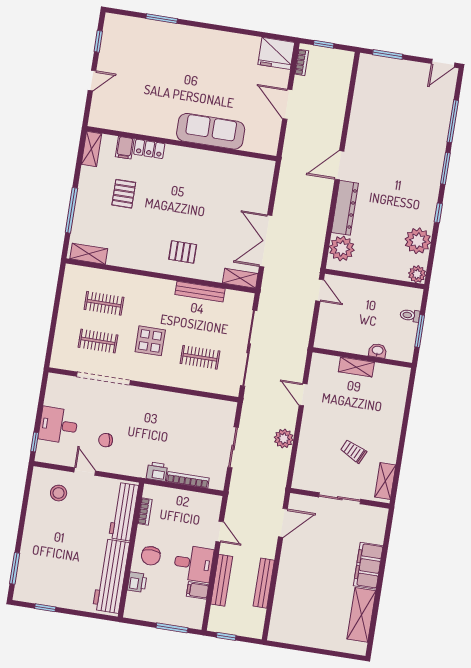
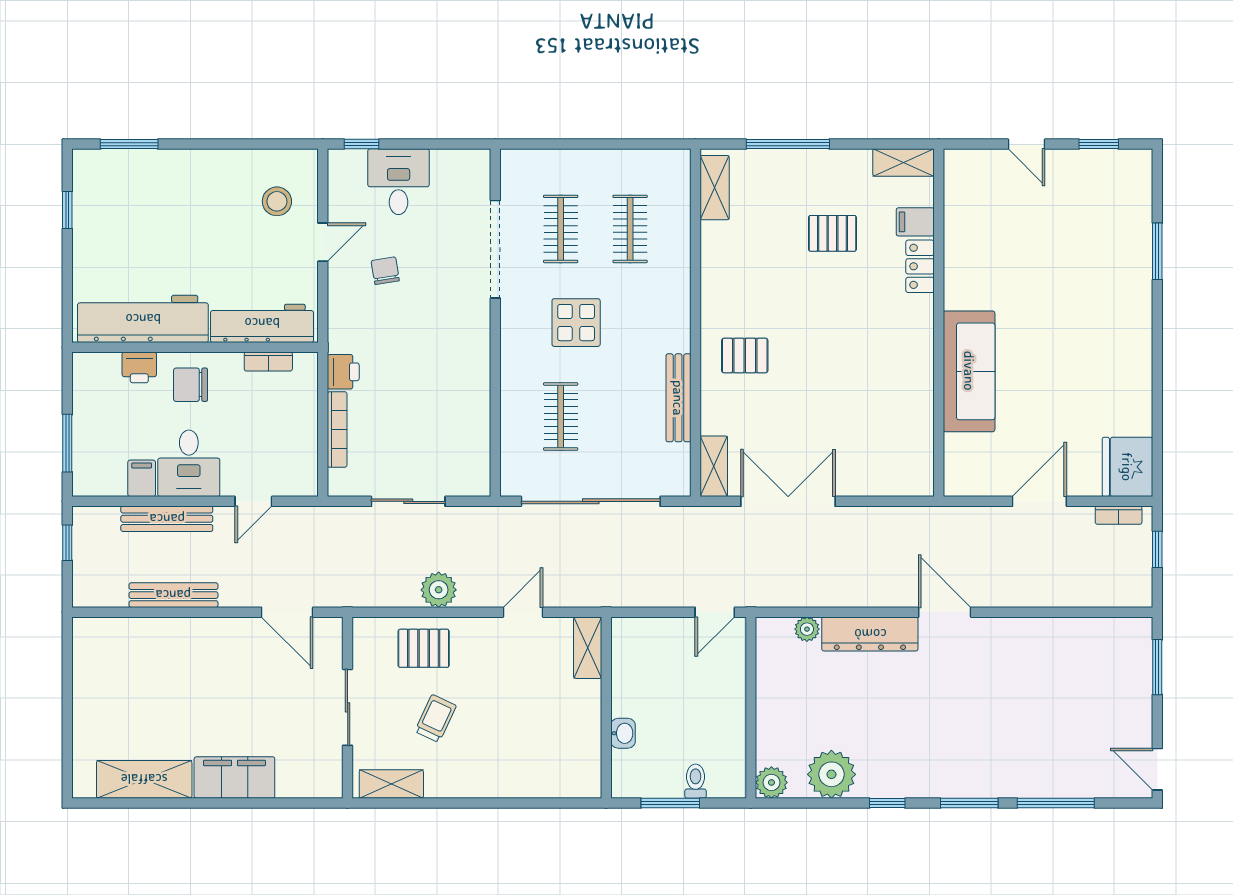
plant: (342, 248) -> (807, 629), width x0.53, depth x0.53
pallet: (183, 252) -> (745, 356), turned 90
shelving: (356, 367) -> (588, 648), moved
pallet: (314, 452) -> (424, 648), added

